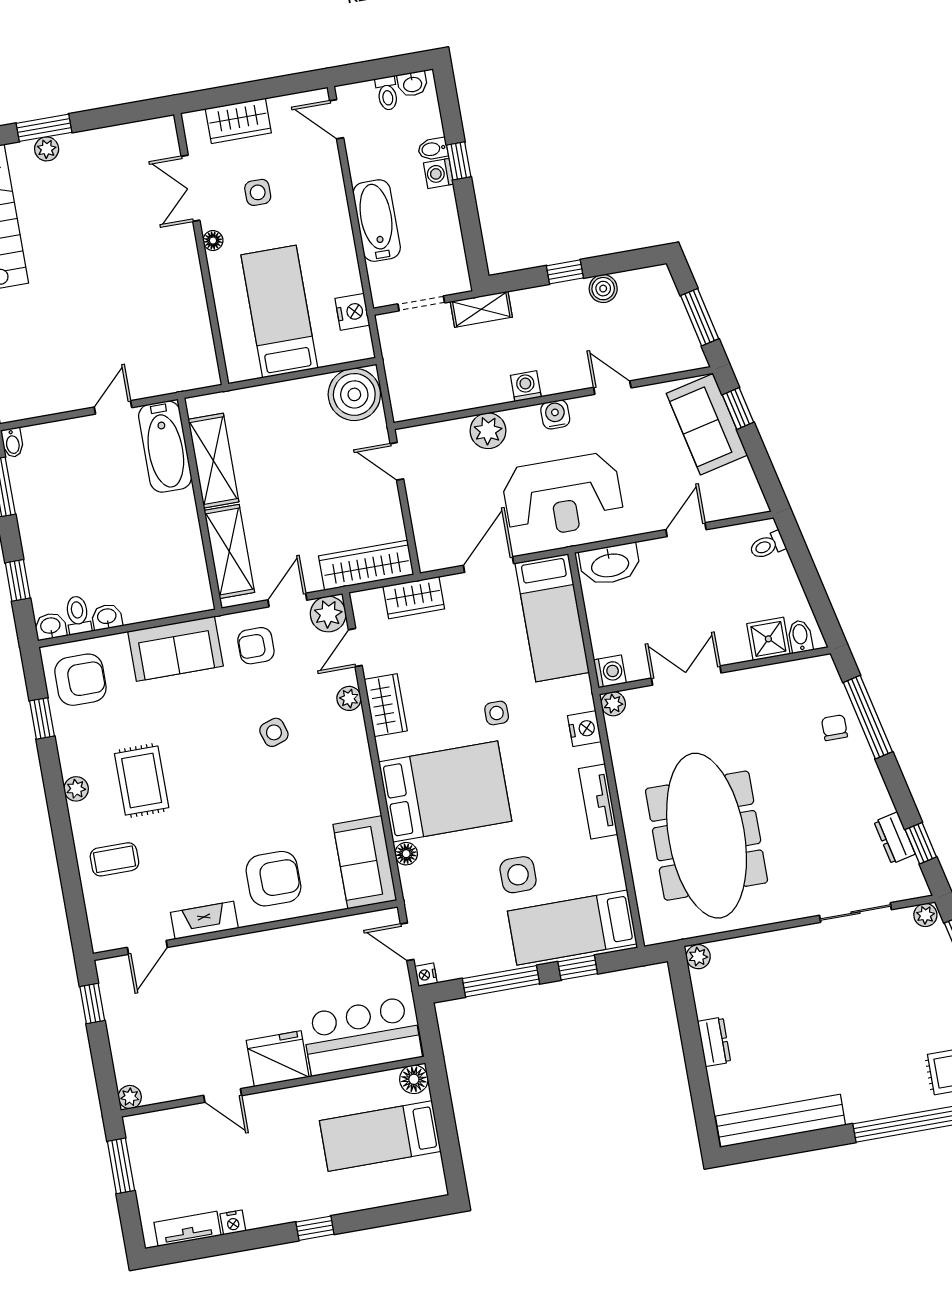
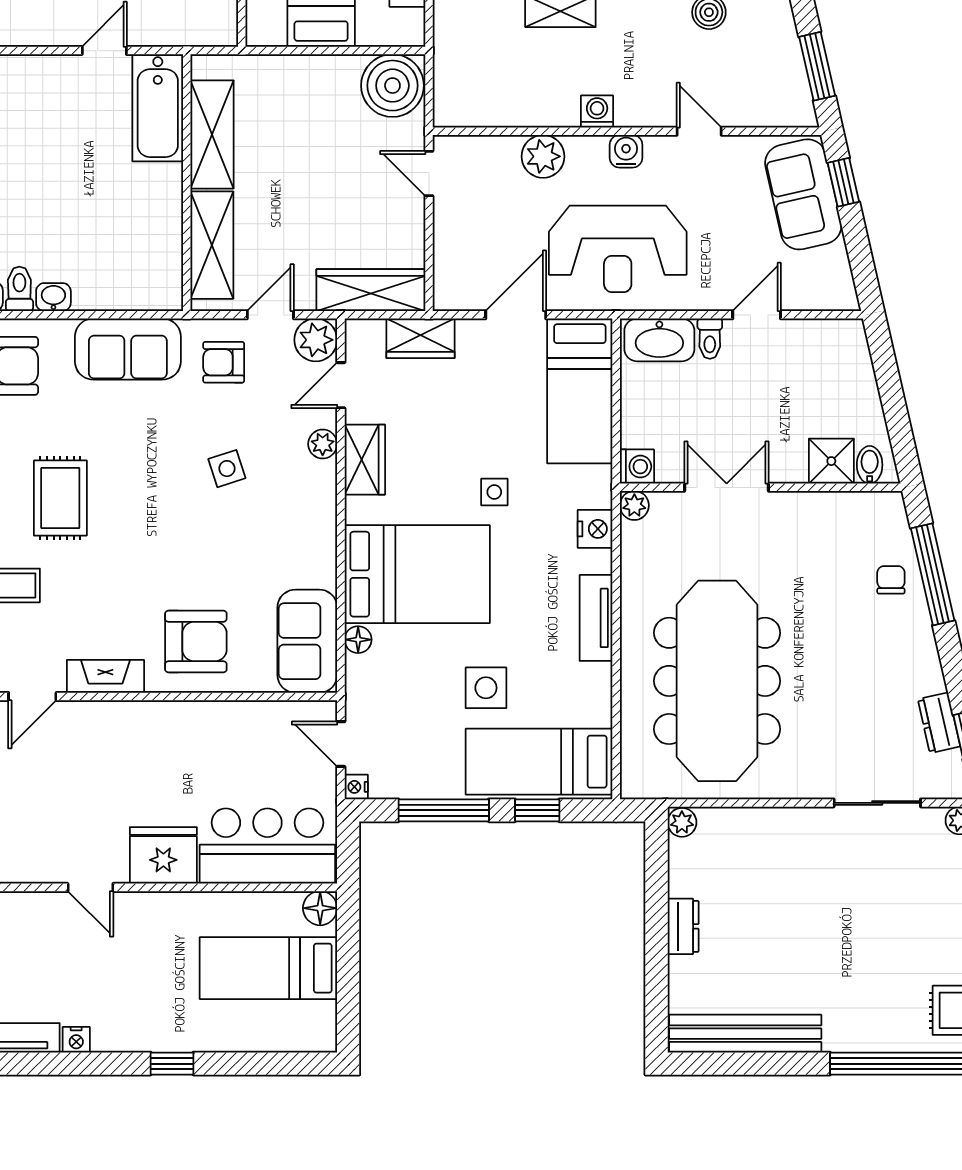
toilet: (767, 545) -> (710, 339), moved, turned -77

